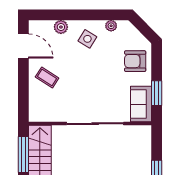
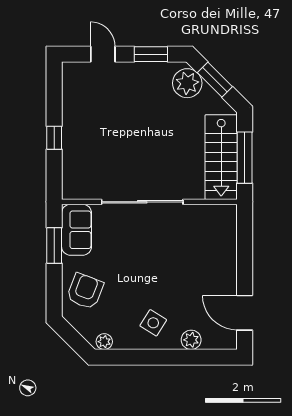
plant: (111, 26) -> (104, 342), moved
armchair: (135, 61) -> (85, 291), turned -69
coffee table: (47, 78) -> (211, 268), removed

